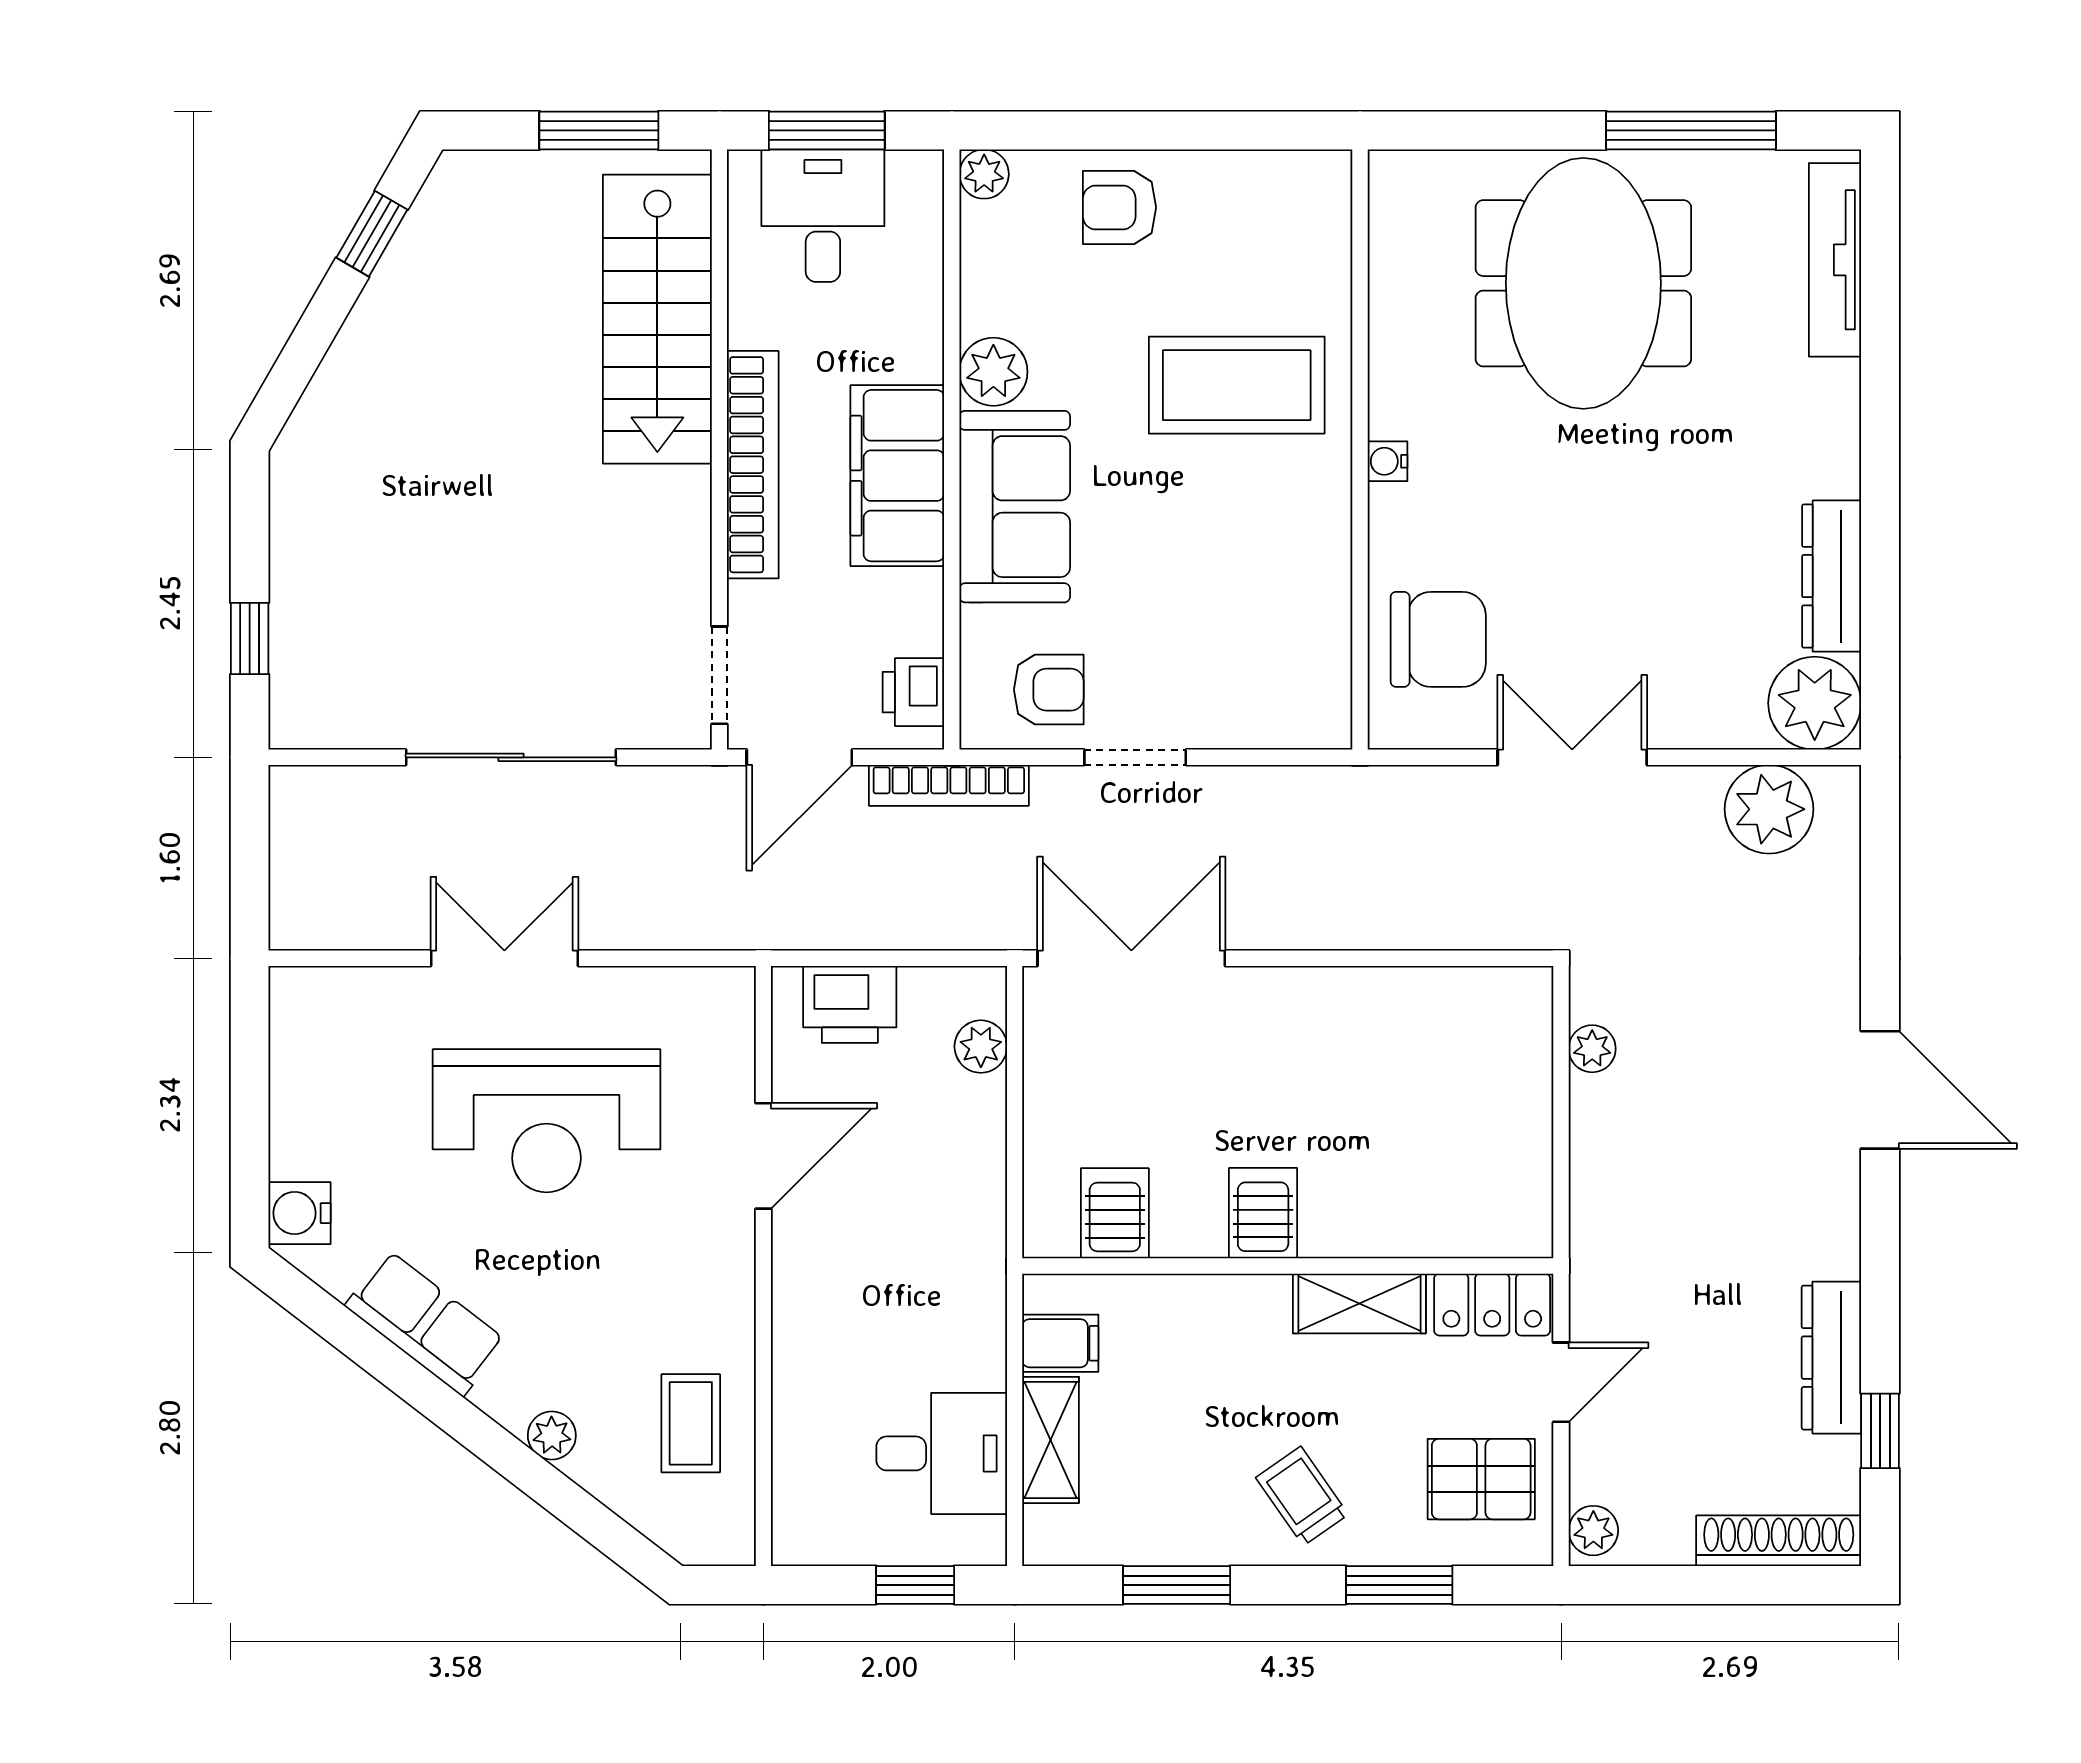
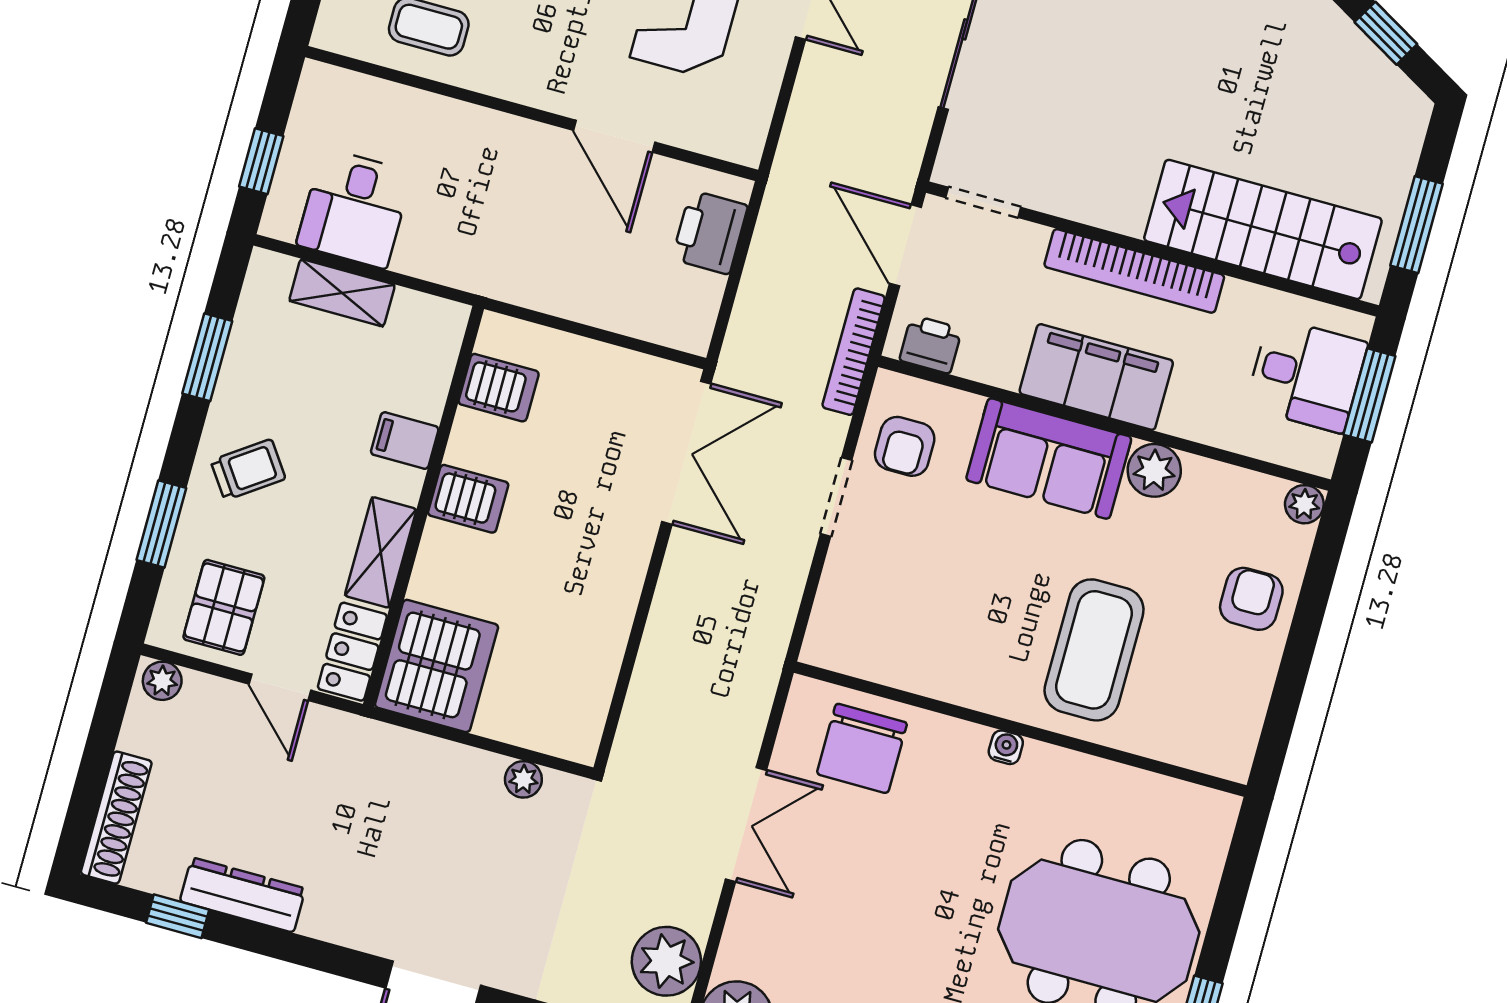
plant: (981, 1047) -> (651, 322), removed
server rack: (1481, 1195) -> (437, 666), added
filing cabinet: (1060, 1343) -> (405, 441), moved, turned 90

